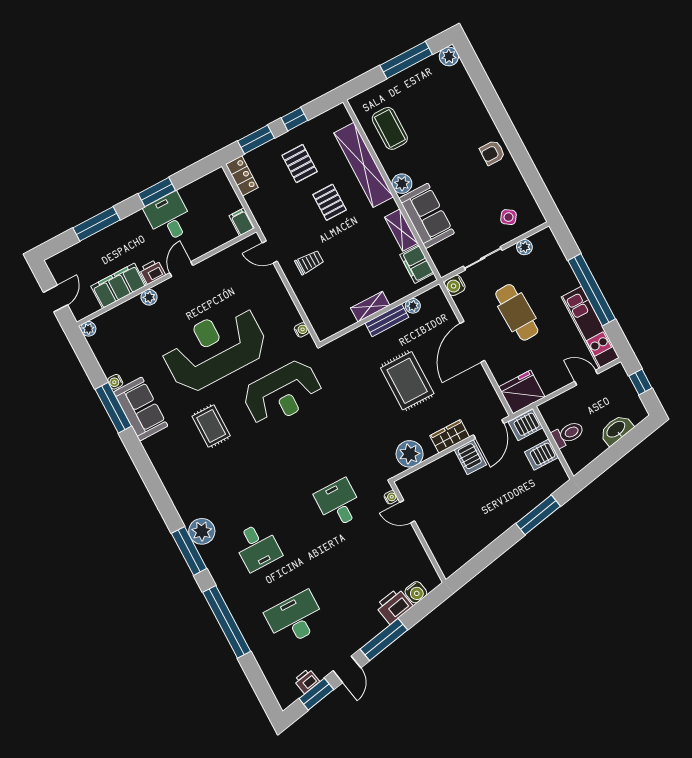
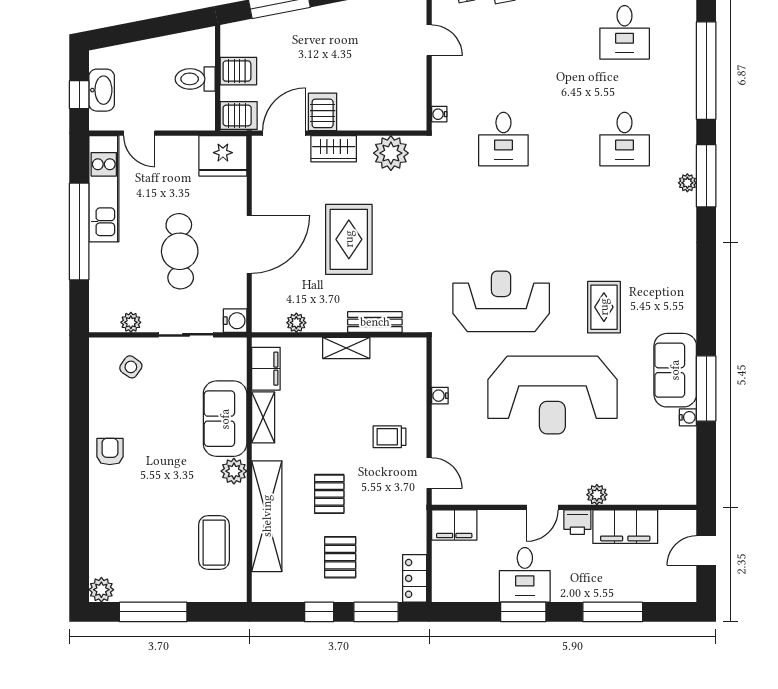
armchair: (492, 153) -> (110, 452), turned -90
filing cabinet: (242, 222) -> (454, 525), width x2.00
bench: (387, 320) -> (375, 322), moved
plant: (88, 329) -> (687, 495), removed
water cooler: (302, 330) -> (440, 396), moved
washbasin: (616, 430) -> (102, 90), moved, turned -79
door: (407, 512) -> (429, 40), moved
plant: (202, 531) -> (687, 183), width x0.53, depth x0.53
desk: (257, 547) -> (625, 139), turned 180
desk: (295, 618) -> (625, 32), width x0.73

